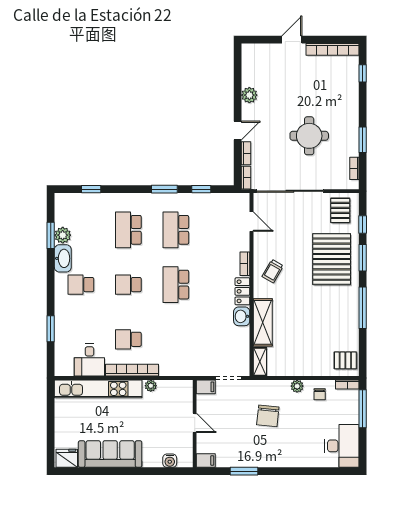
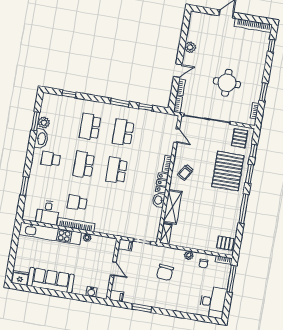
school desk: (128, 285) -> (84, 165), width x1.85

